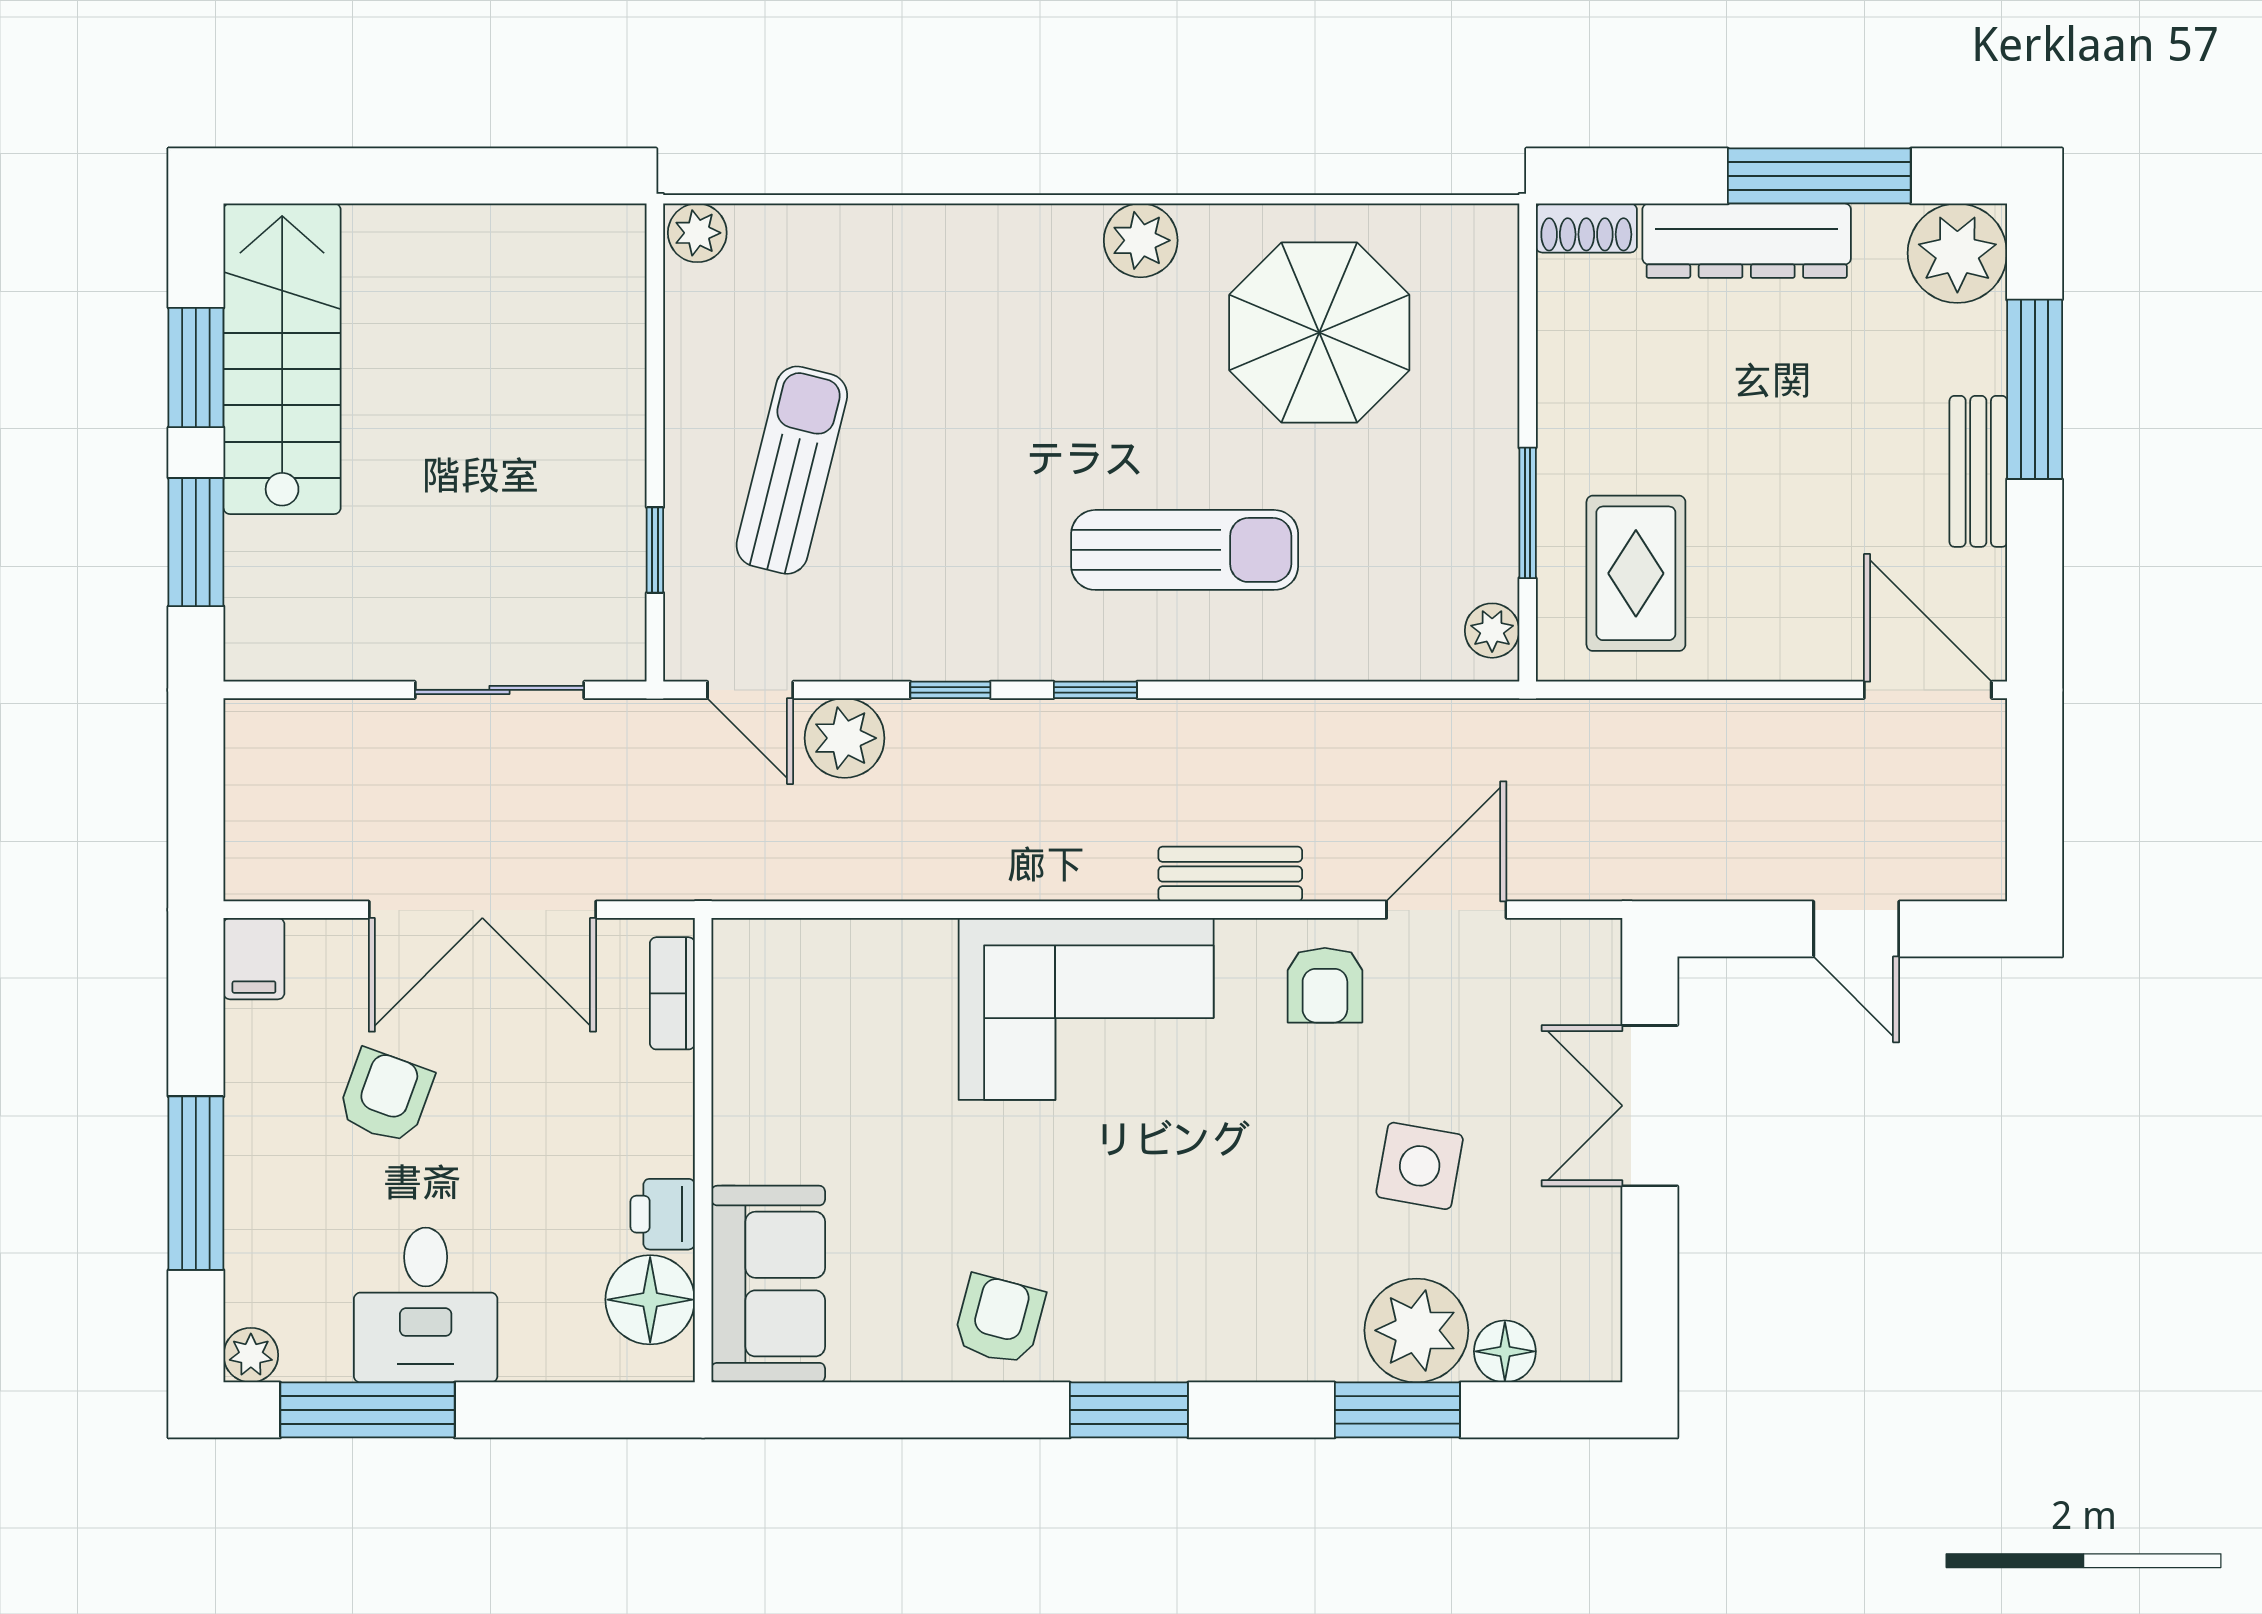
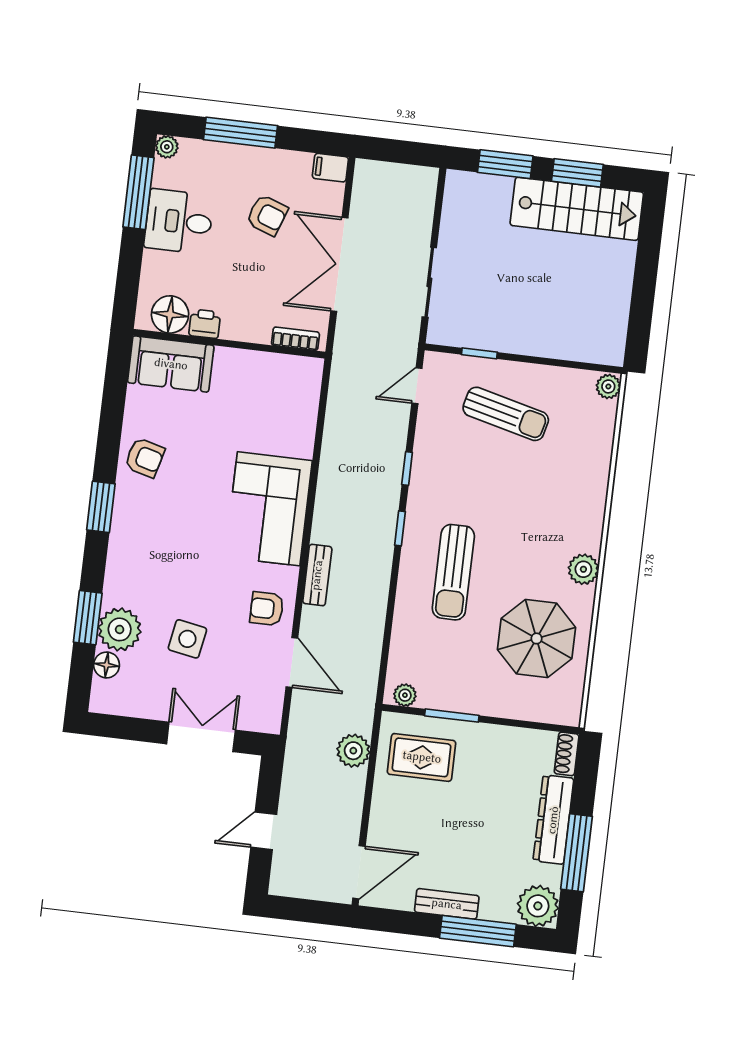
plant: (845, 738) -> (353, 751), moved

